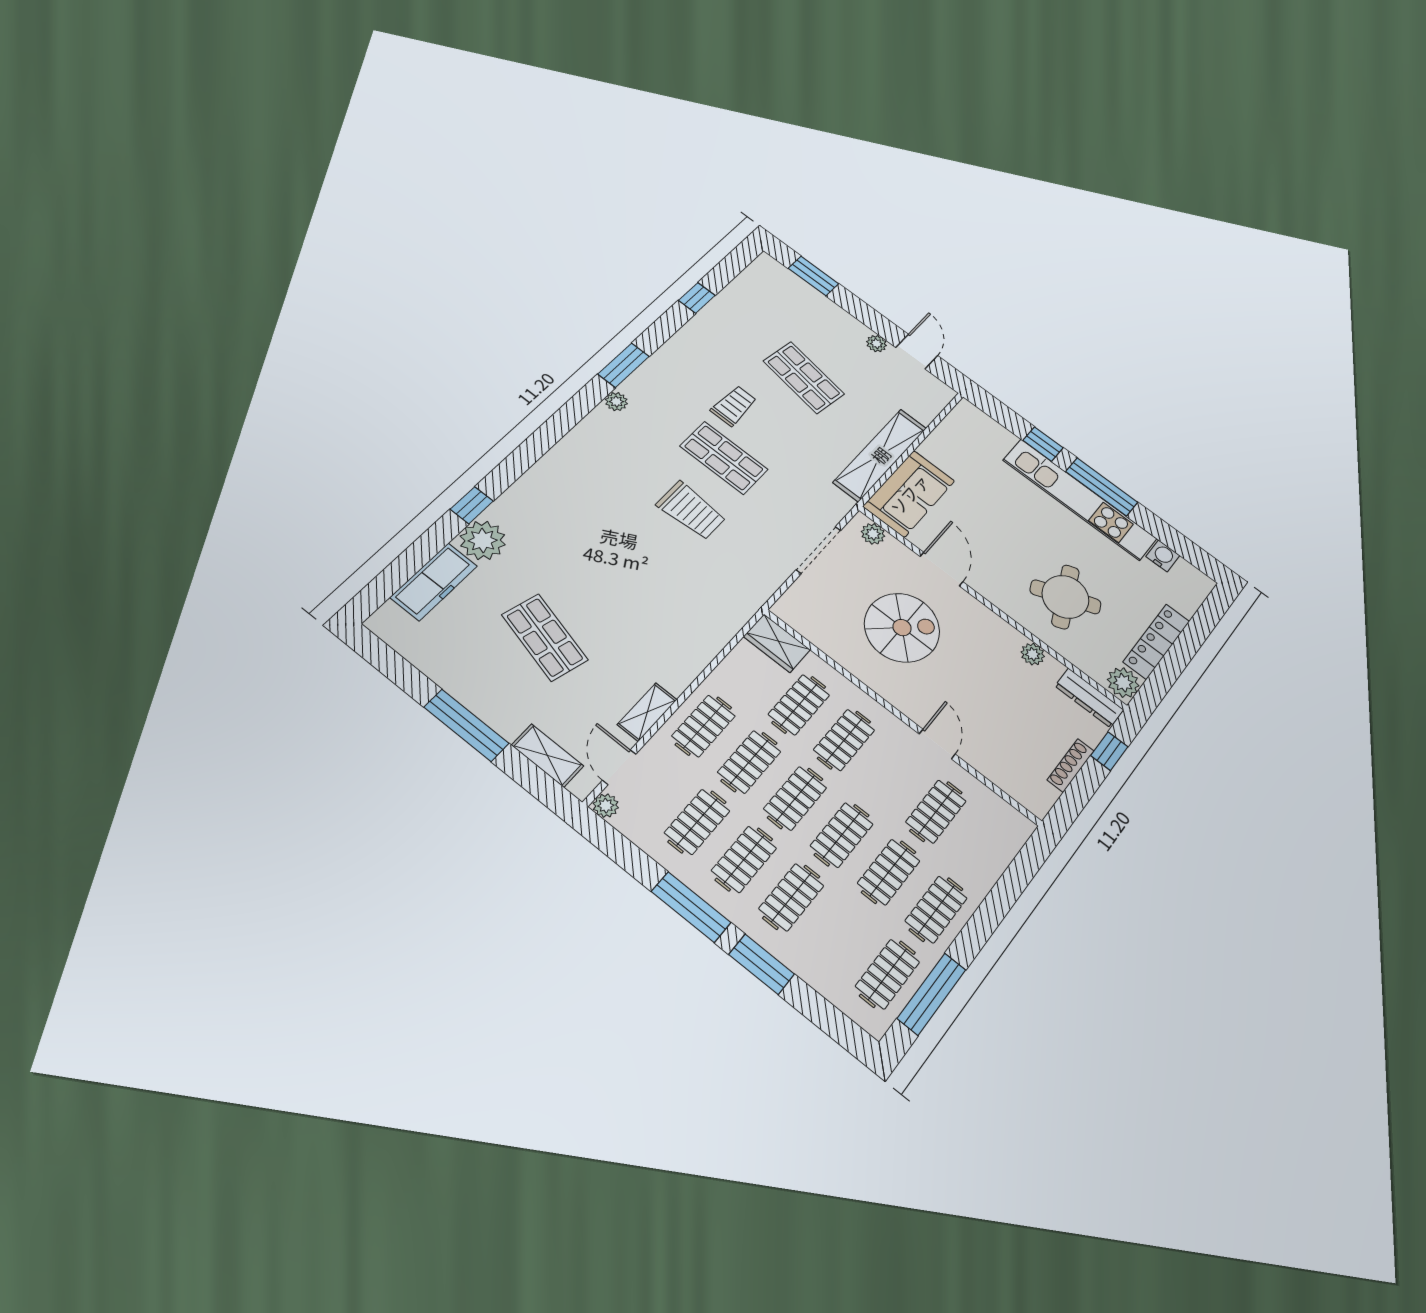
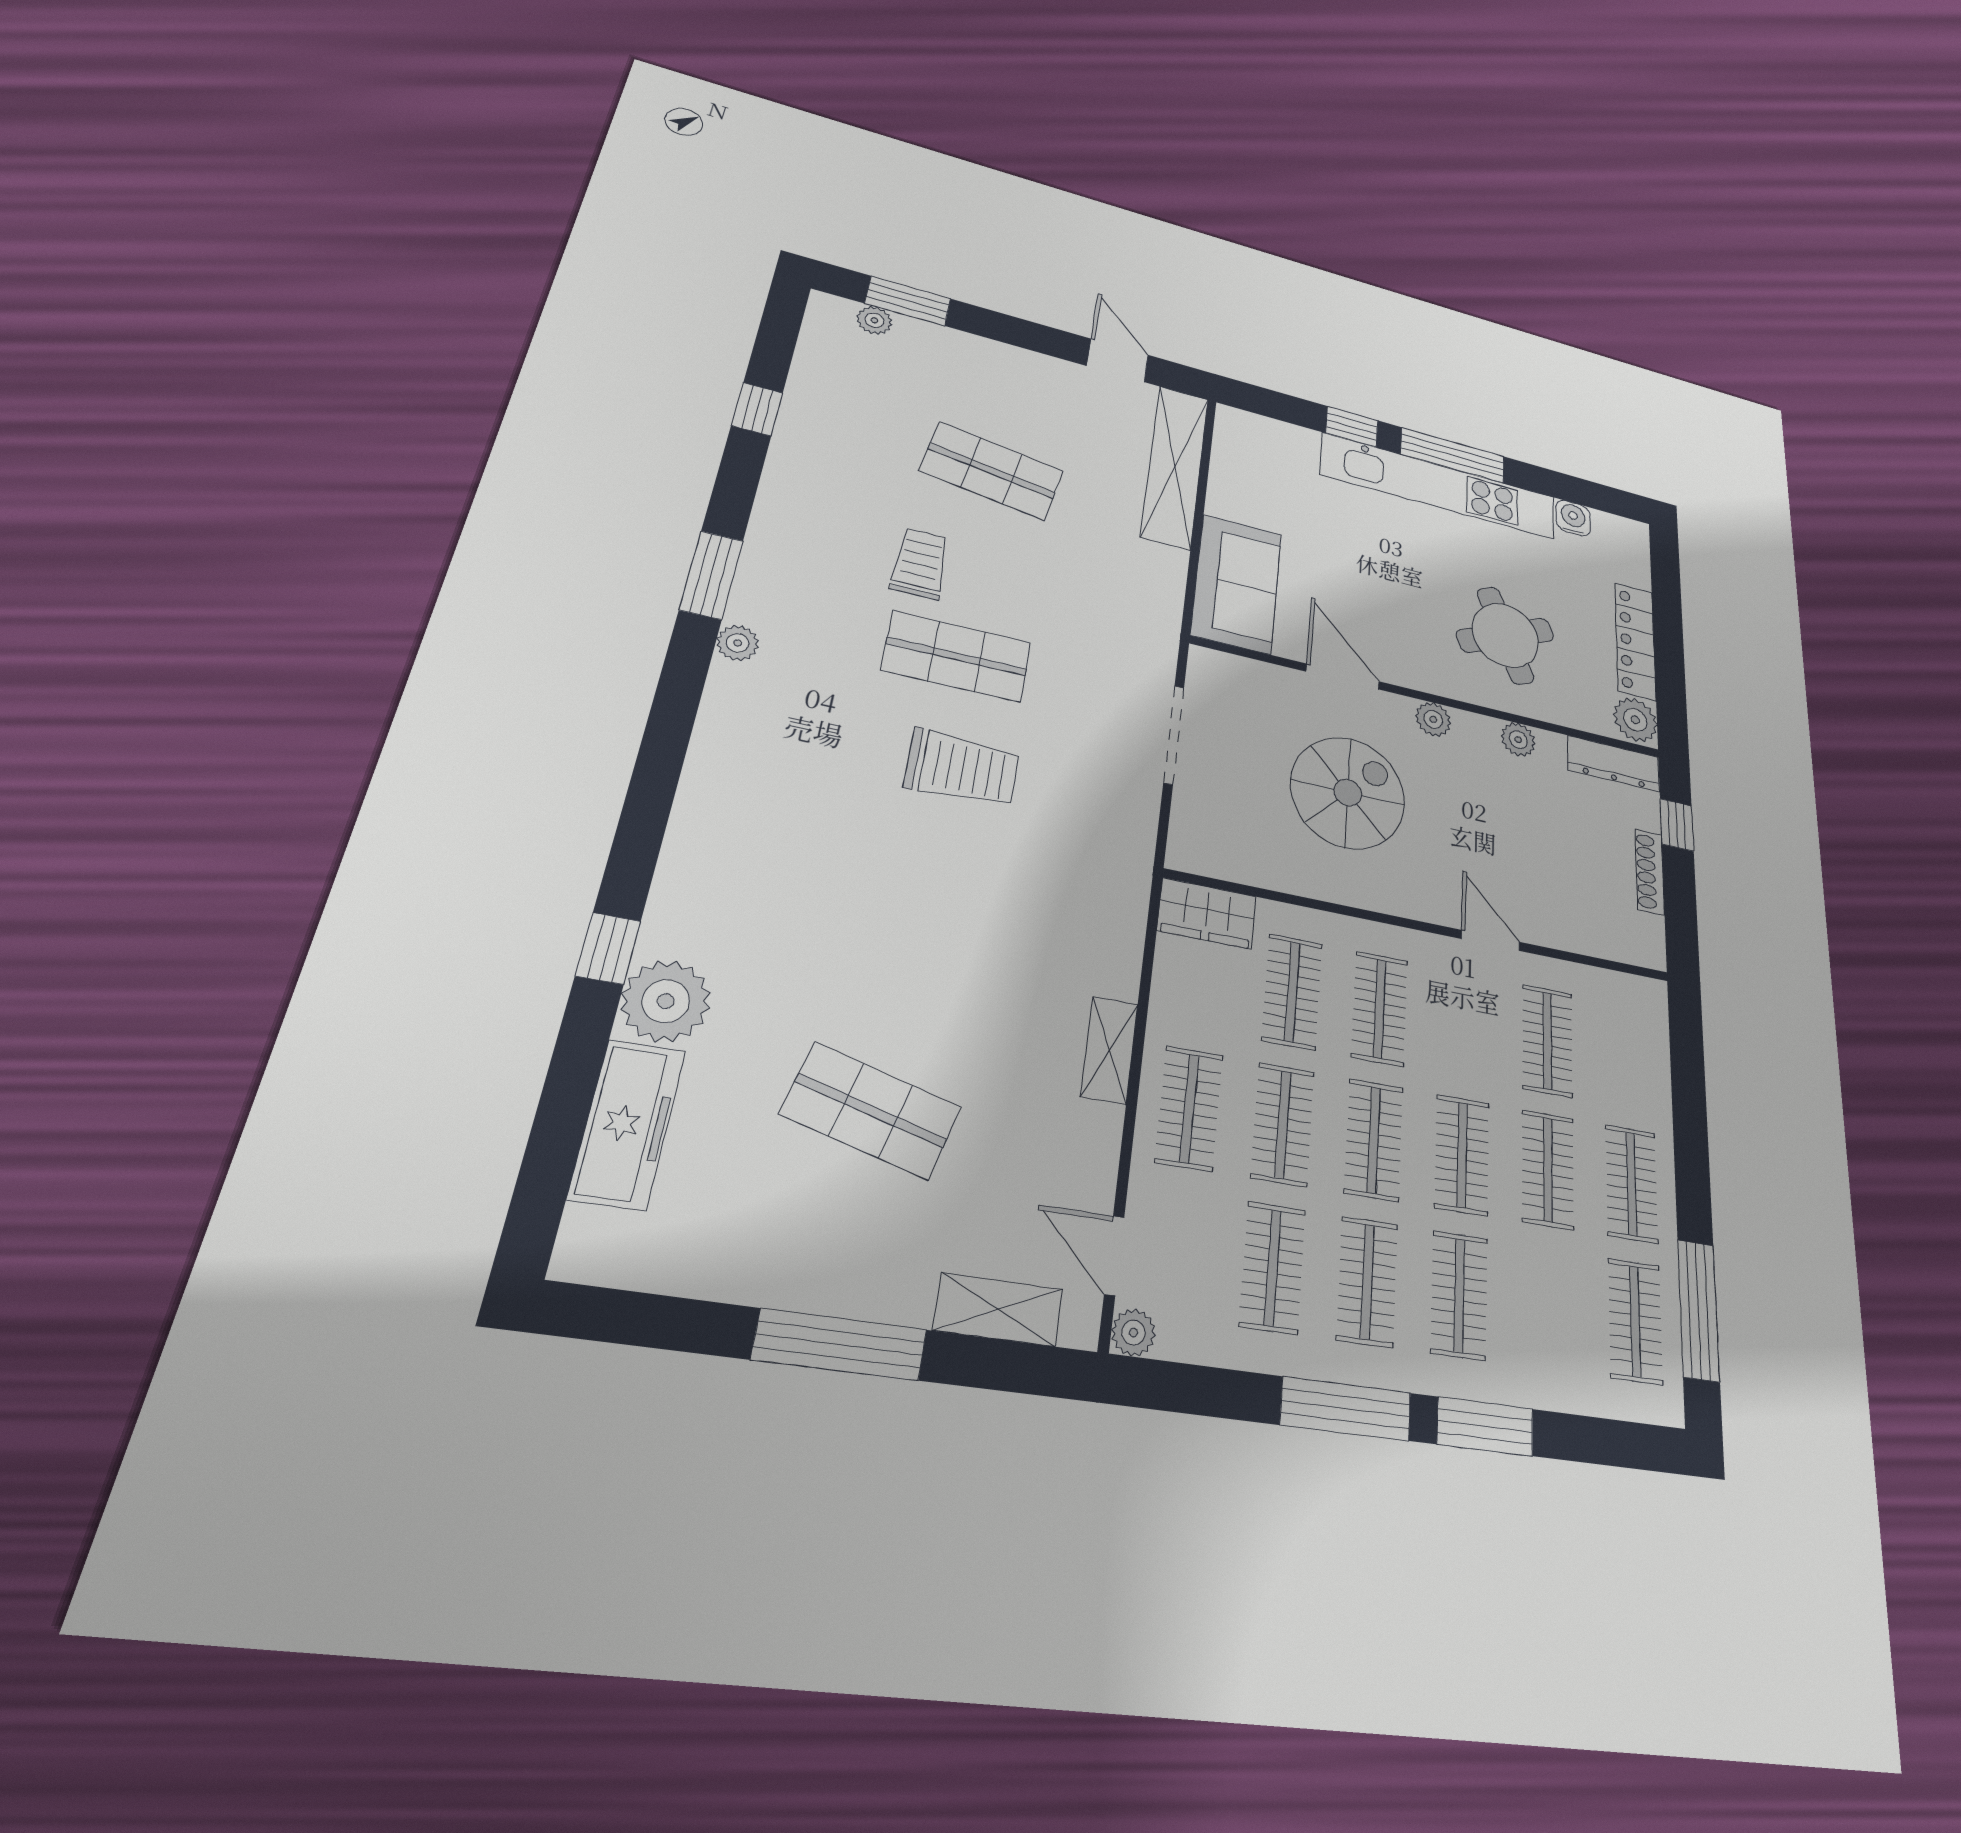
plant: (877, 344) -> (875, 320), moved
shelving: (880, 455) -> (1175, 467), moved
plant: (873, 534) -> (1433, 719), moved
shelving: (647, 712) -> (1109, 1050), moved

